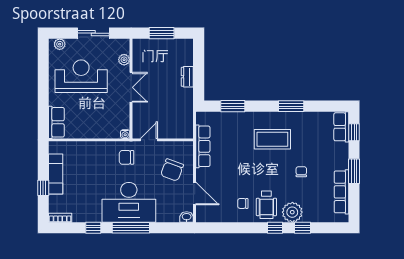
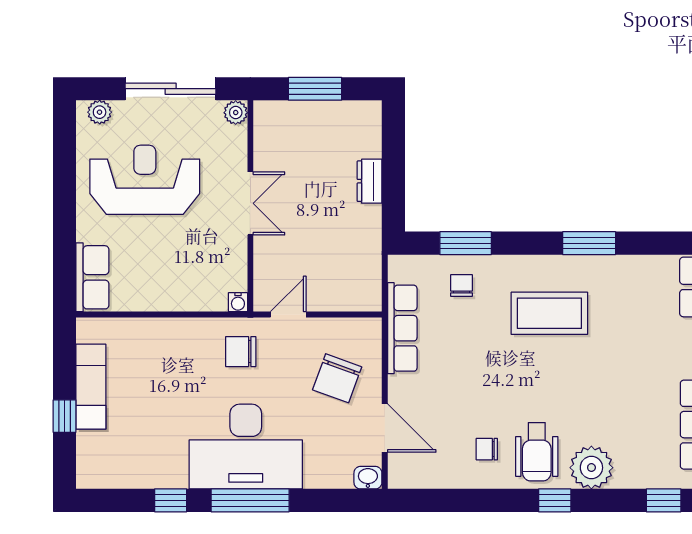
sliding door: (93, 33) -> (171, 89), width x1.37
plant: (124, 60) -> (236, 113), moved
chair: (301, 172) -> (462, 285), moved
bookcase: (60, 218) -> (100, 479), removed
window: (302, 228) -> (664, 500), moved

